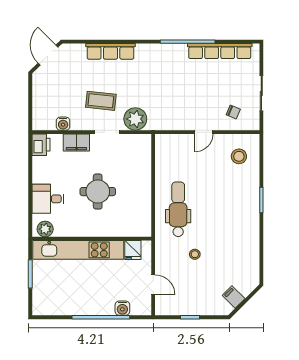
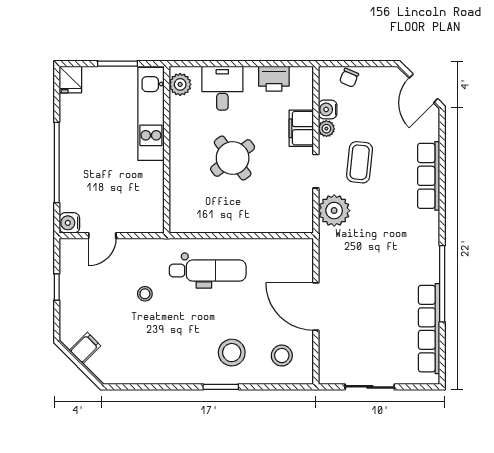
door: (48, 55) -> (423, 88), swing flipped
chair: (233, 112) -> (349, 78), moved
plant: (77, 124) -> (326, 129), added
door: (204, 132) -> (316, 307), width x1.88
printer: (41, 145) -> (274, 79), moved
round table: (98, 192) -> (233, 158), turned -37
stool: (237, 192) -> (232, 353), added
kitchen unit: (78, 250) -> (151, 114), width x0.73
fridge: (133, 250) -> (70, 79), moved, turned -90
water cooler: (122, 308) -> (69, 223), moved

